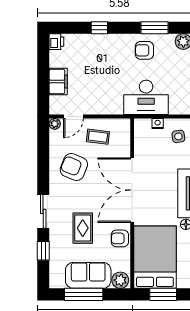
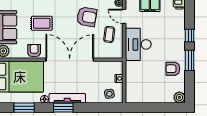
window: (154, 28) -> (190, 60), moved
armchair: (144, 50) -> (173, 69), turned -90
desk: (146, 97) -> (138, 44), moved
armchair: (74, 167) -> (87, 17), turned 78

